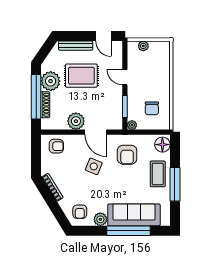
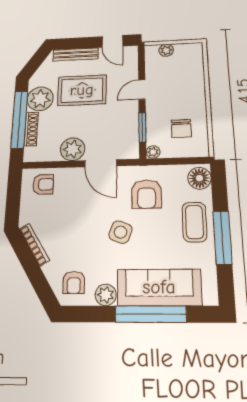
door: (125, 77) -> (142, 89), hinge flipped
side table: (94, 166) -> (120, 232), moved

